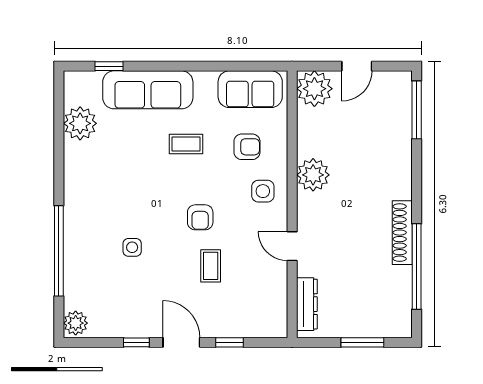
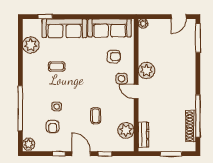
door: (357, 66) -> (179, 17), moved
sofa: (250, 89) -> (110, 28), width x1.36
plant: (314, 89) -> (143, 24), width x0.53, depth x0.53
coffee table: (186, 144) -> (57, 66), moved
armchair: (200, 217) -> (53, 126), moved
shoe rack: (402, 233) -> (191, 126), moved
door: (292, 246) -> (136, 92), moved
plant: (271, 295) -> (126, 130), added

